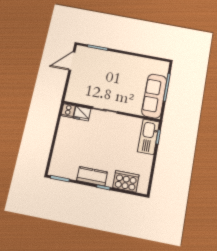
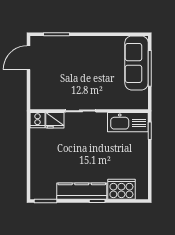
sofa: (154, 96) -> (137, 63), moved
kitchen sink: (149, 137) -> (128, 122), moved, turned -90
kitchen counter: (92, 176) -> (82, 191), width x1.50

